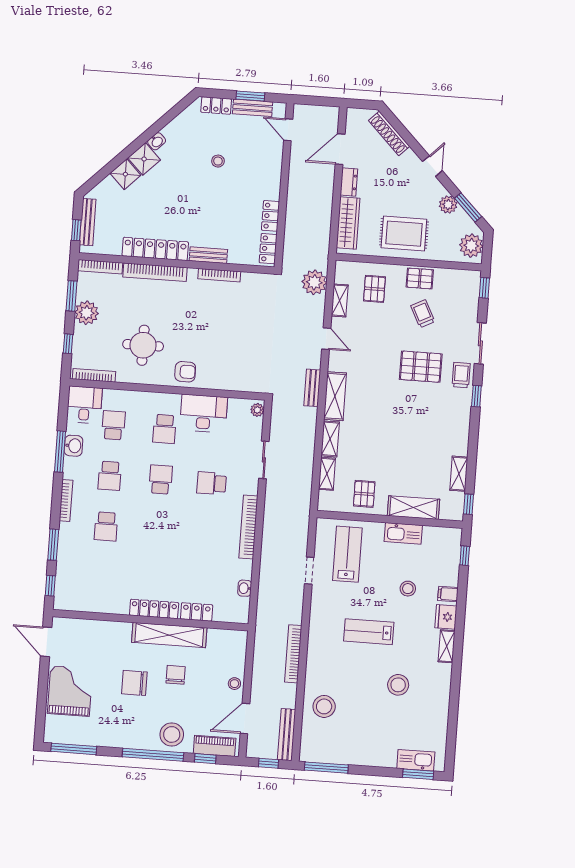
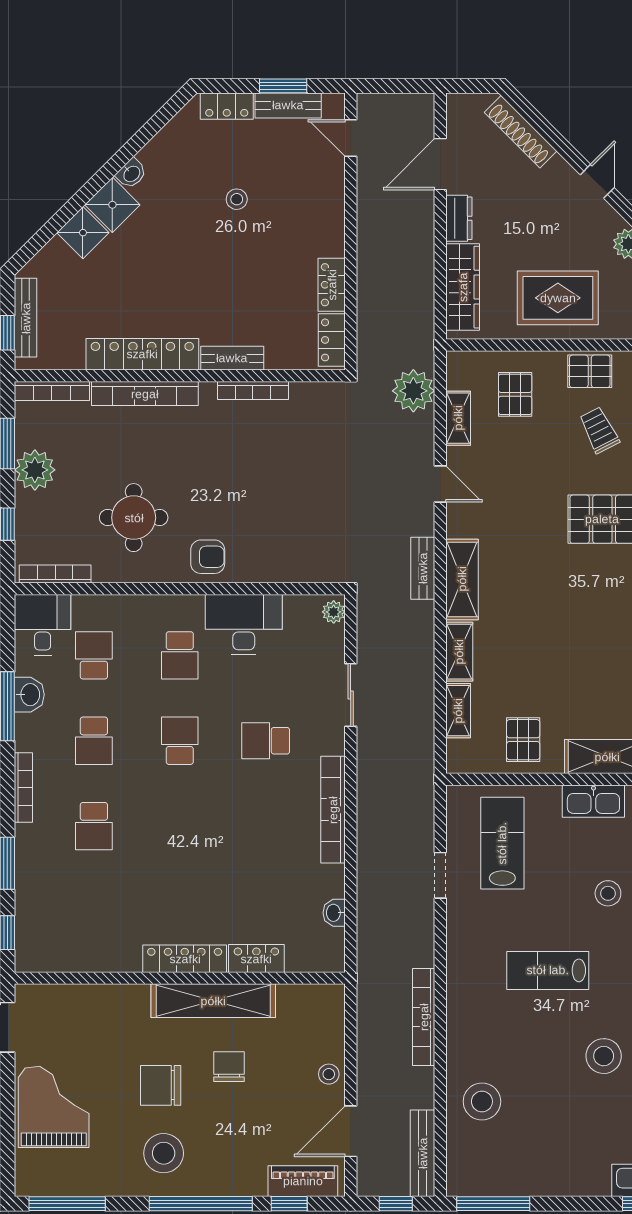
stool: (172, 734) -> (164, 1153), moved

